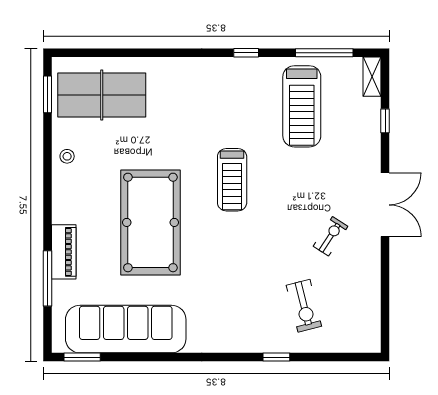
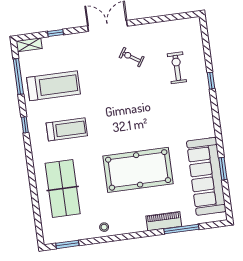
table tennis table: (102, 95) -> (63, 189), moved
treadmill: (232, 180) -> (67, 129), moved
exercise bike: (304, 306) -> (177, 68), turned -76
window: (82, 357) -> (223, 169), moved

